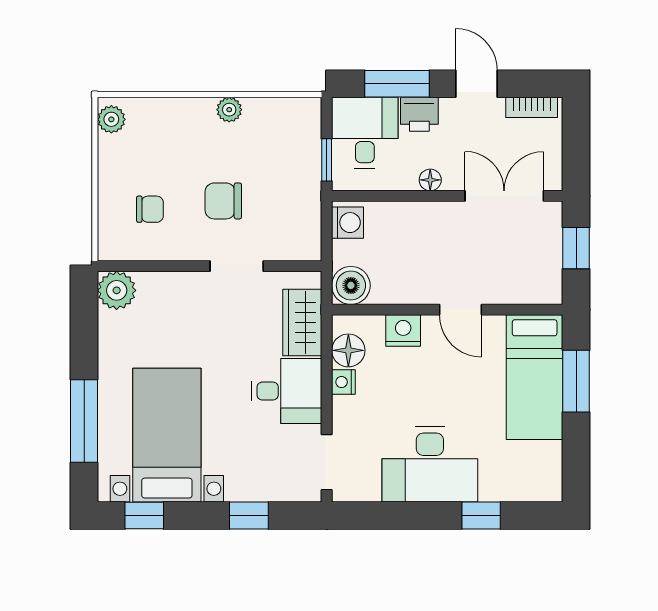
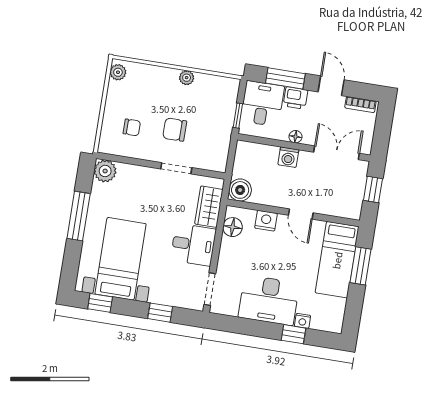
washing machine: (348, 223) -> (288, 157), moved, turned 90
nightstand: (343, 382) -> (303, 321), moved, turned -90
window: (84, 421) -> (79, 216), moved

